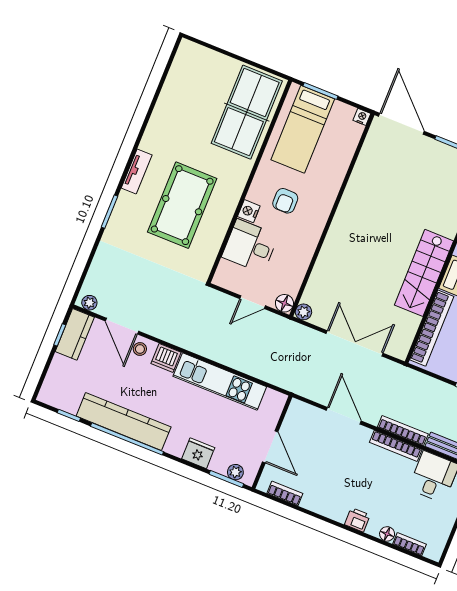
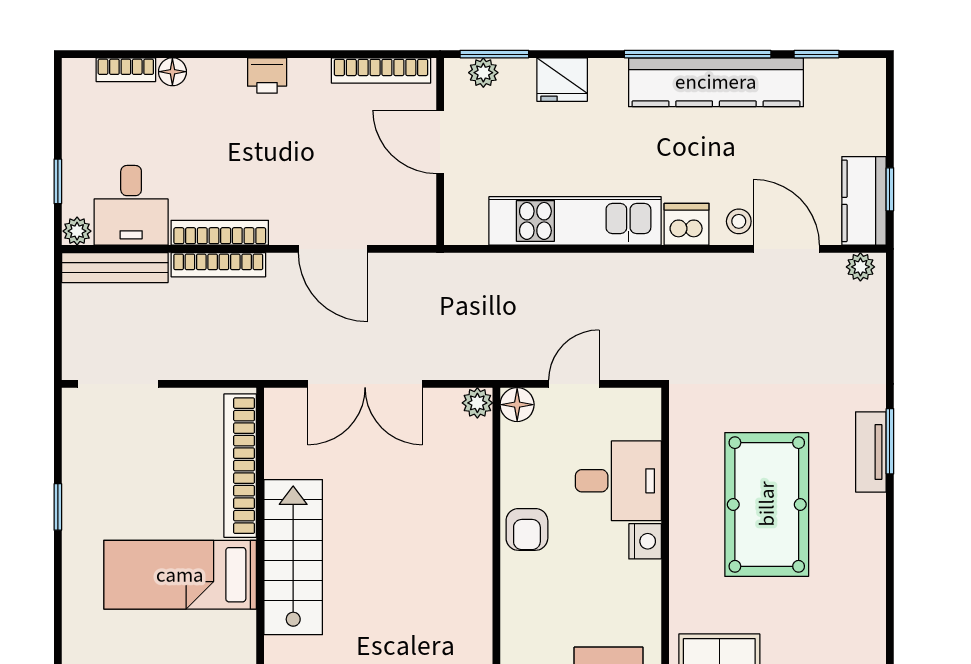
tv unit: (137, 171) -> (871, 452), moved
armchair: (285, 201) -> (527, 529), moved, turned 180
bookcase: (285, 493) -> (381, 70), width x1.56
printer: (357, 520) -> (267, 76), moved

